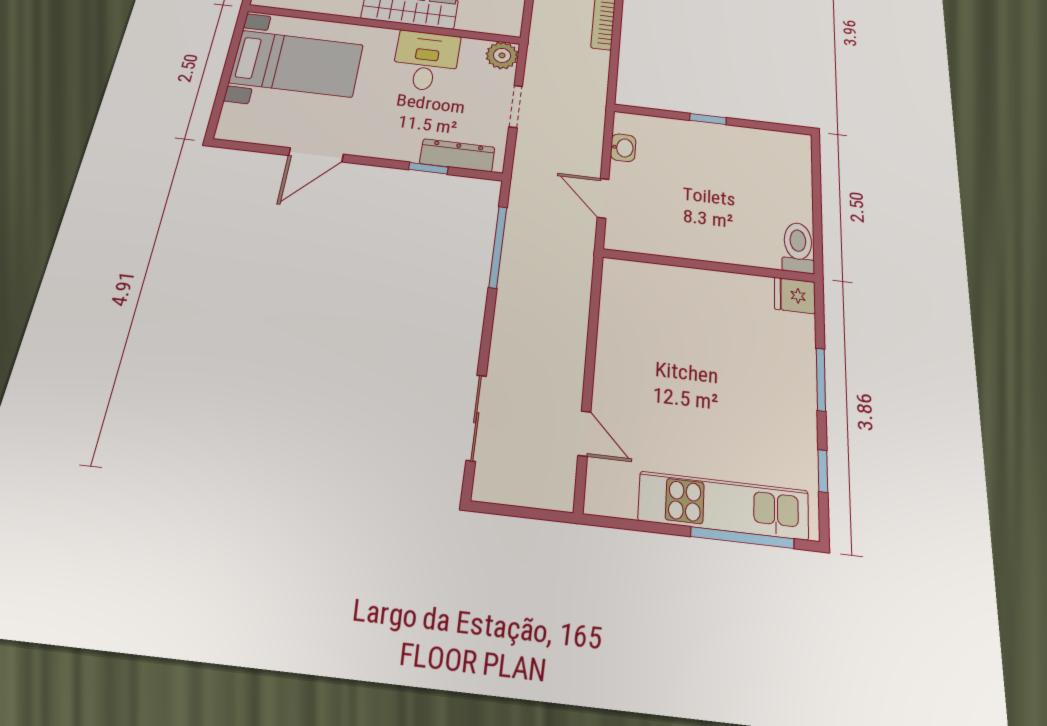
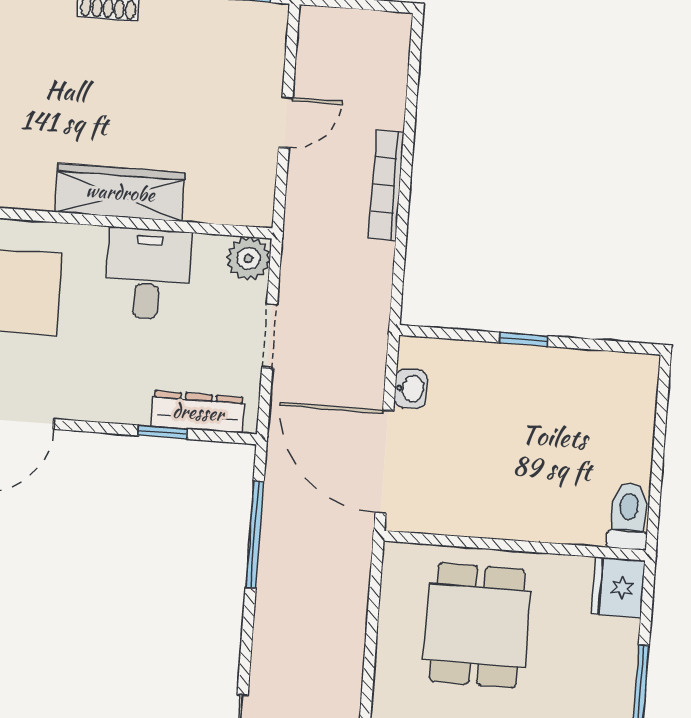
door: (603, 198) -> (384, 462), width x1.87
fridge: (795, 296) -> (618, 587), width x1.38
dining table: (681, 327) -> (477, 625), added

